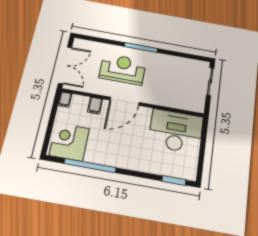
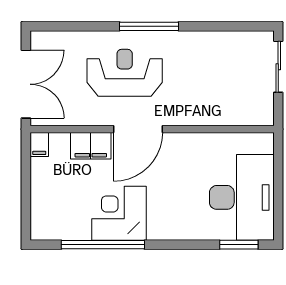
filing cabinet: (95, 106) -> (91, 146), width x2.00
desk: (176, 131) -> (242, 197), moved, turned 90
corner desk: (69, 142) -> (119, 213), moved

